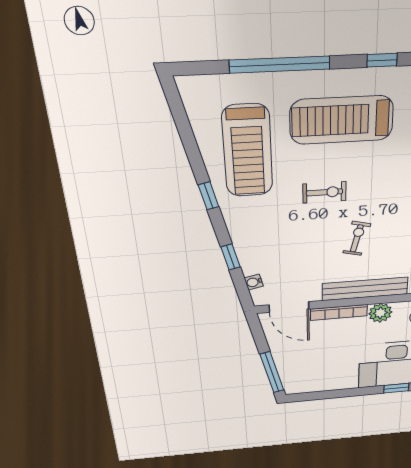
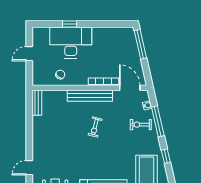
exercise bike: (324, 192) -> (141, 125), moved
window: (231, 257) -> (158, 121), width x2.17
plant: (380, 313) -> (81, 79), removed

